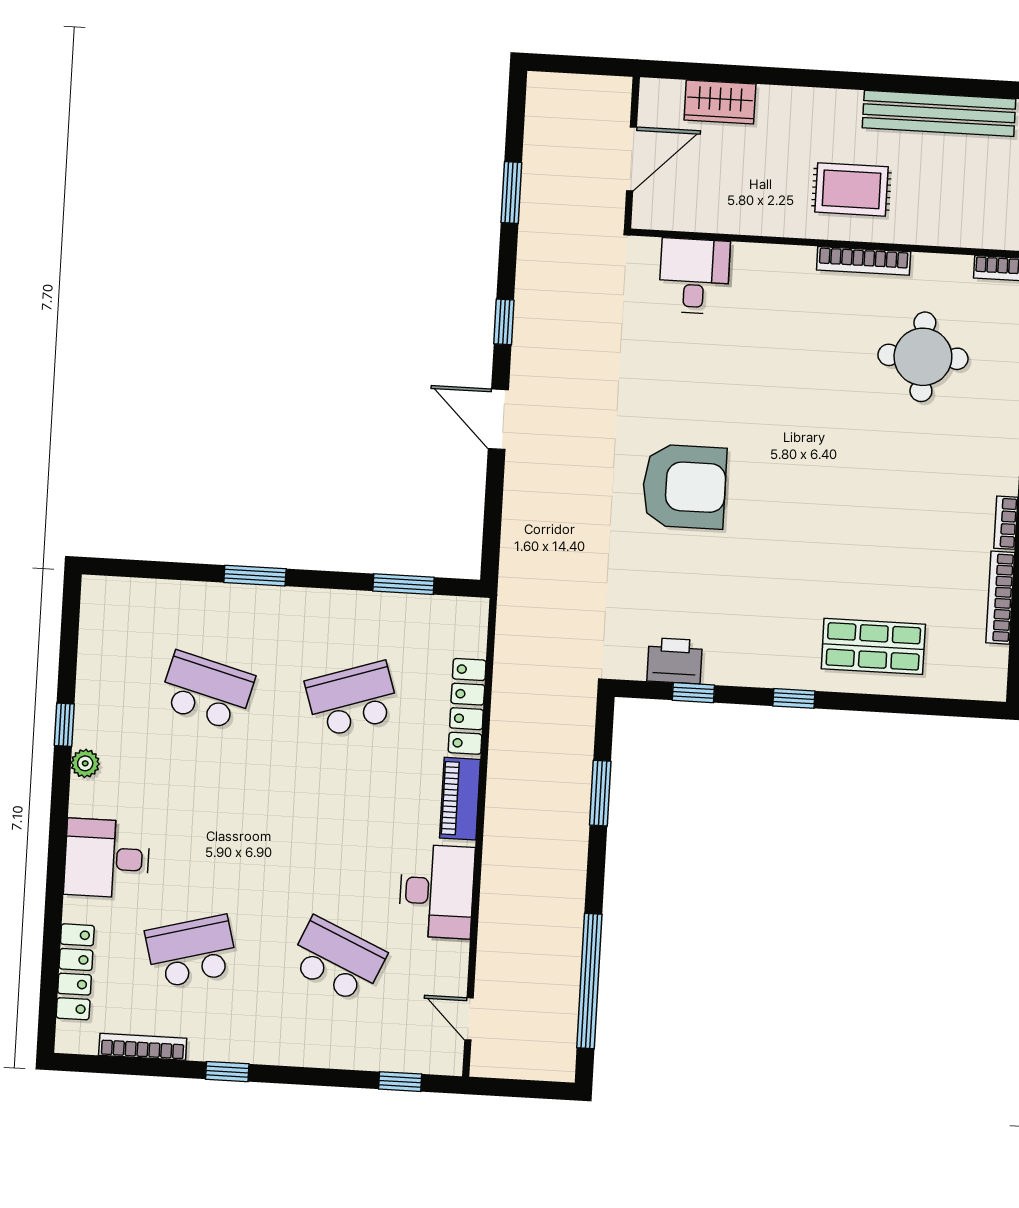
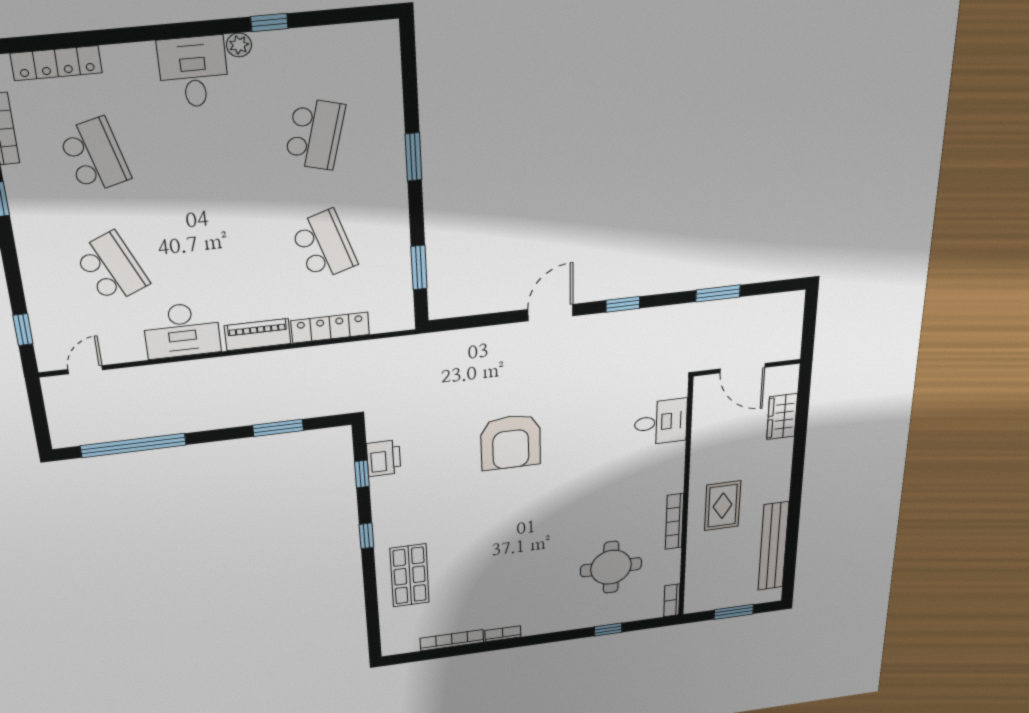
desk: (107, 858) -> (193, 72), moved
school desk: (337, 960) -> (112, 268), turned -48

